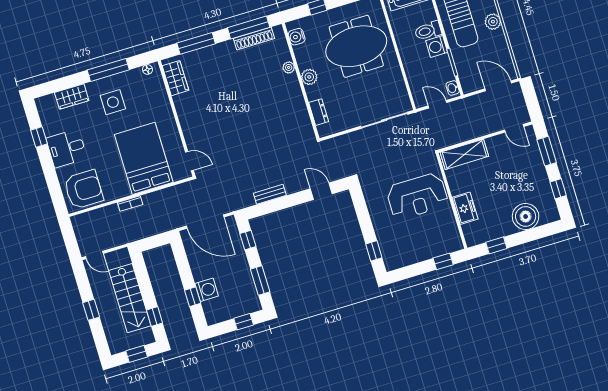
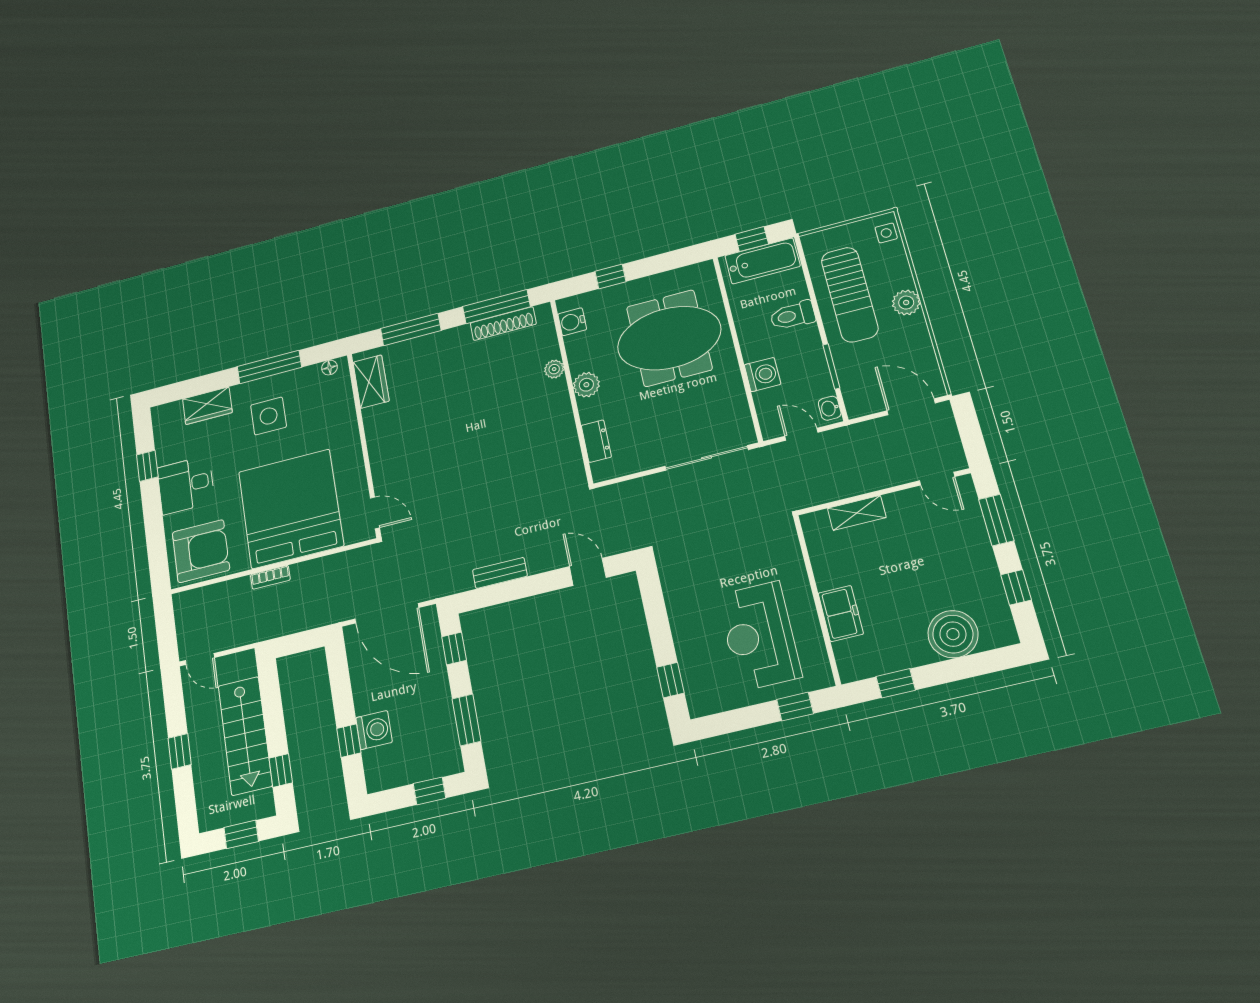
washing machine: (437, 47) -> (763, 375), moved, turned 180
shelving: (464, 154) -> (857, 513), width x0.67, depth x0.75
bed: (144, 158) -> (291, 509), width x1.36
reception desk: (417, 196) -> (759, 636), moved, turned 90

